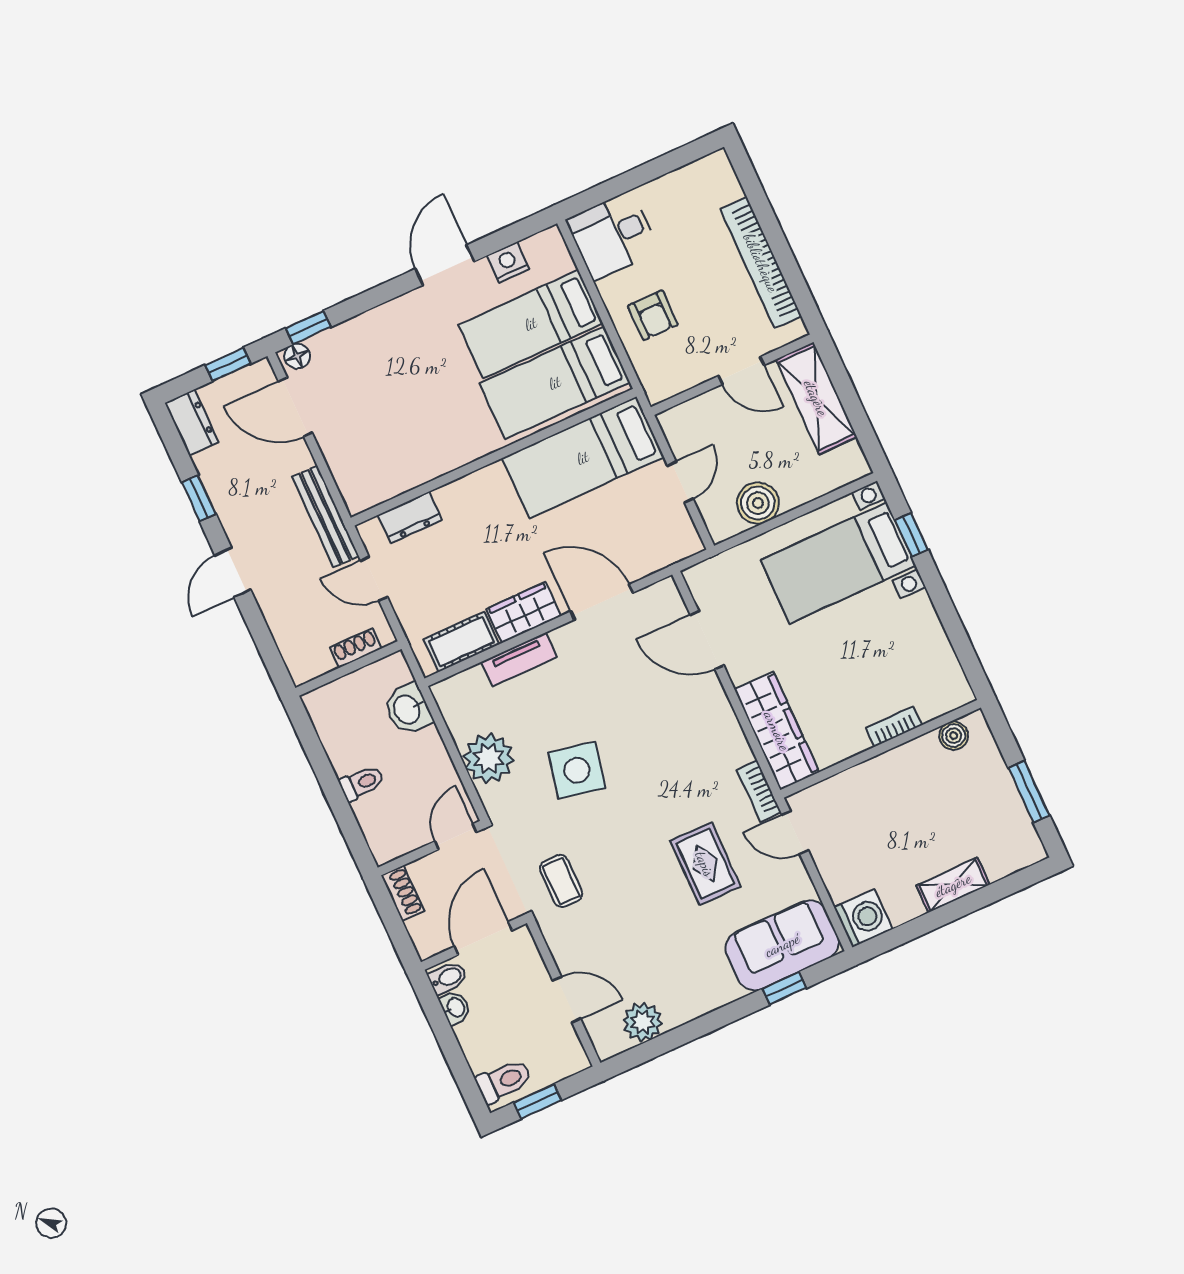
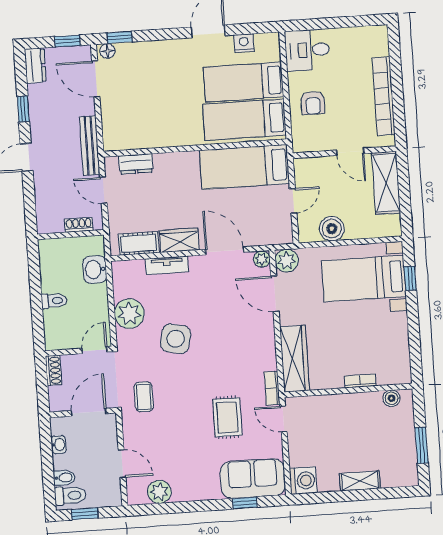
plant: (706, 580) -> (287, 261), added
plant: (665, 593) -> (262, 259), added
bidet: (448, 978) -> (64, 478), moved

